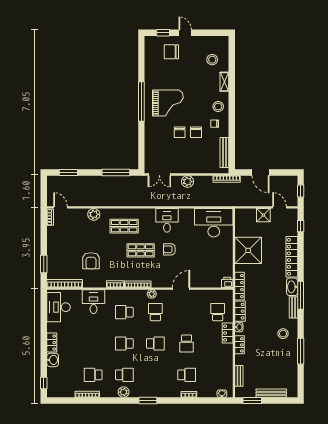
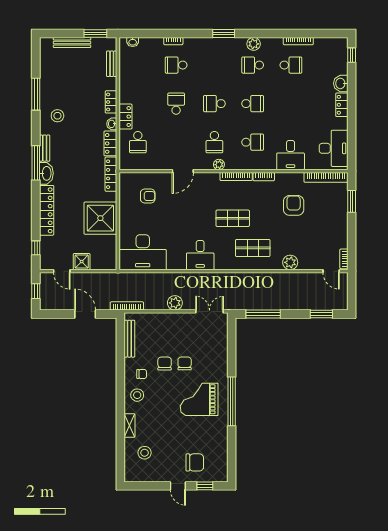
armchair: (169, 249) -> (148, 196), moved
printer: (227, 282) -> (126, 179), removed

